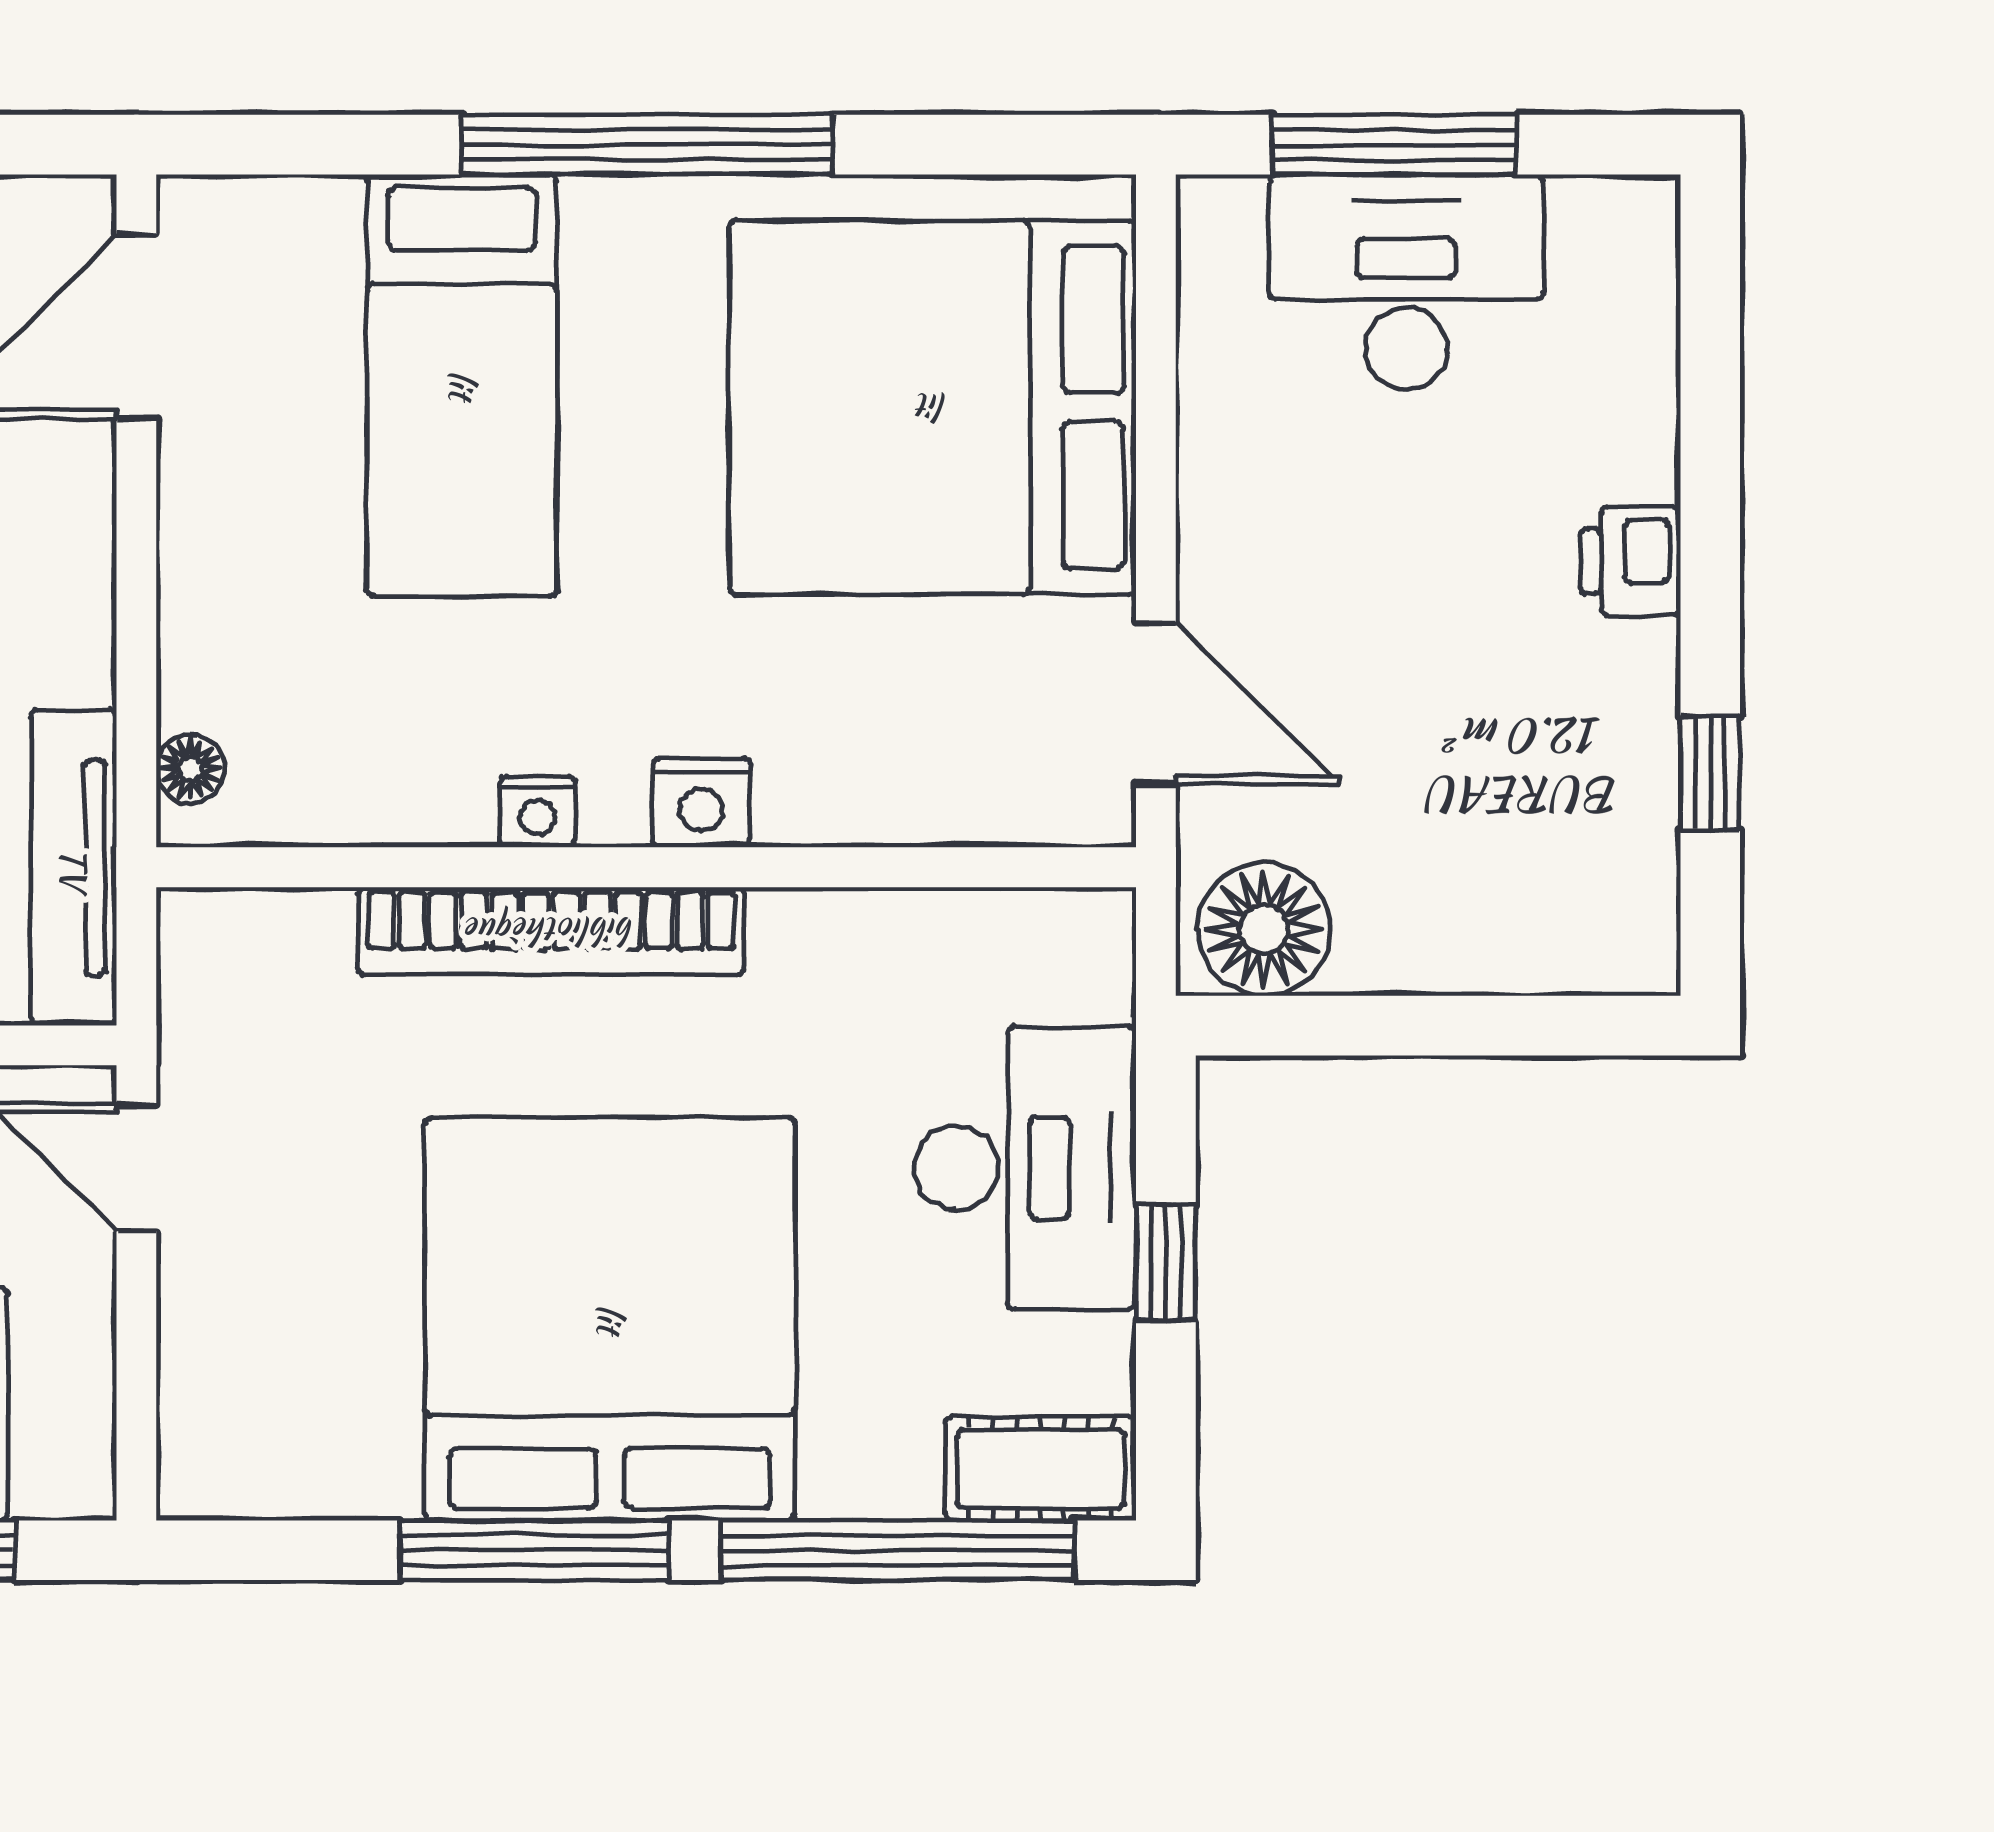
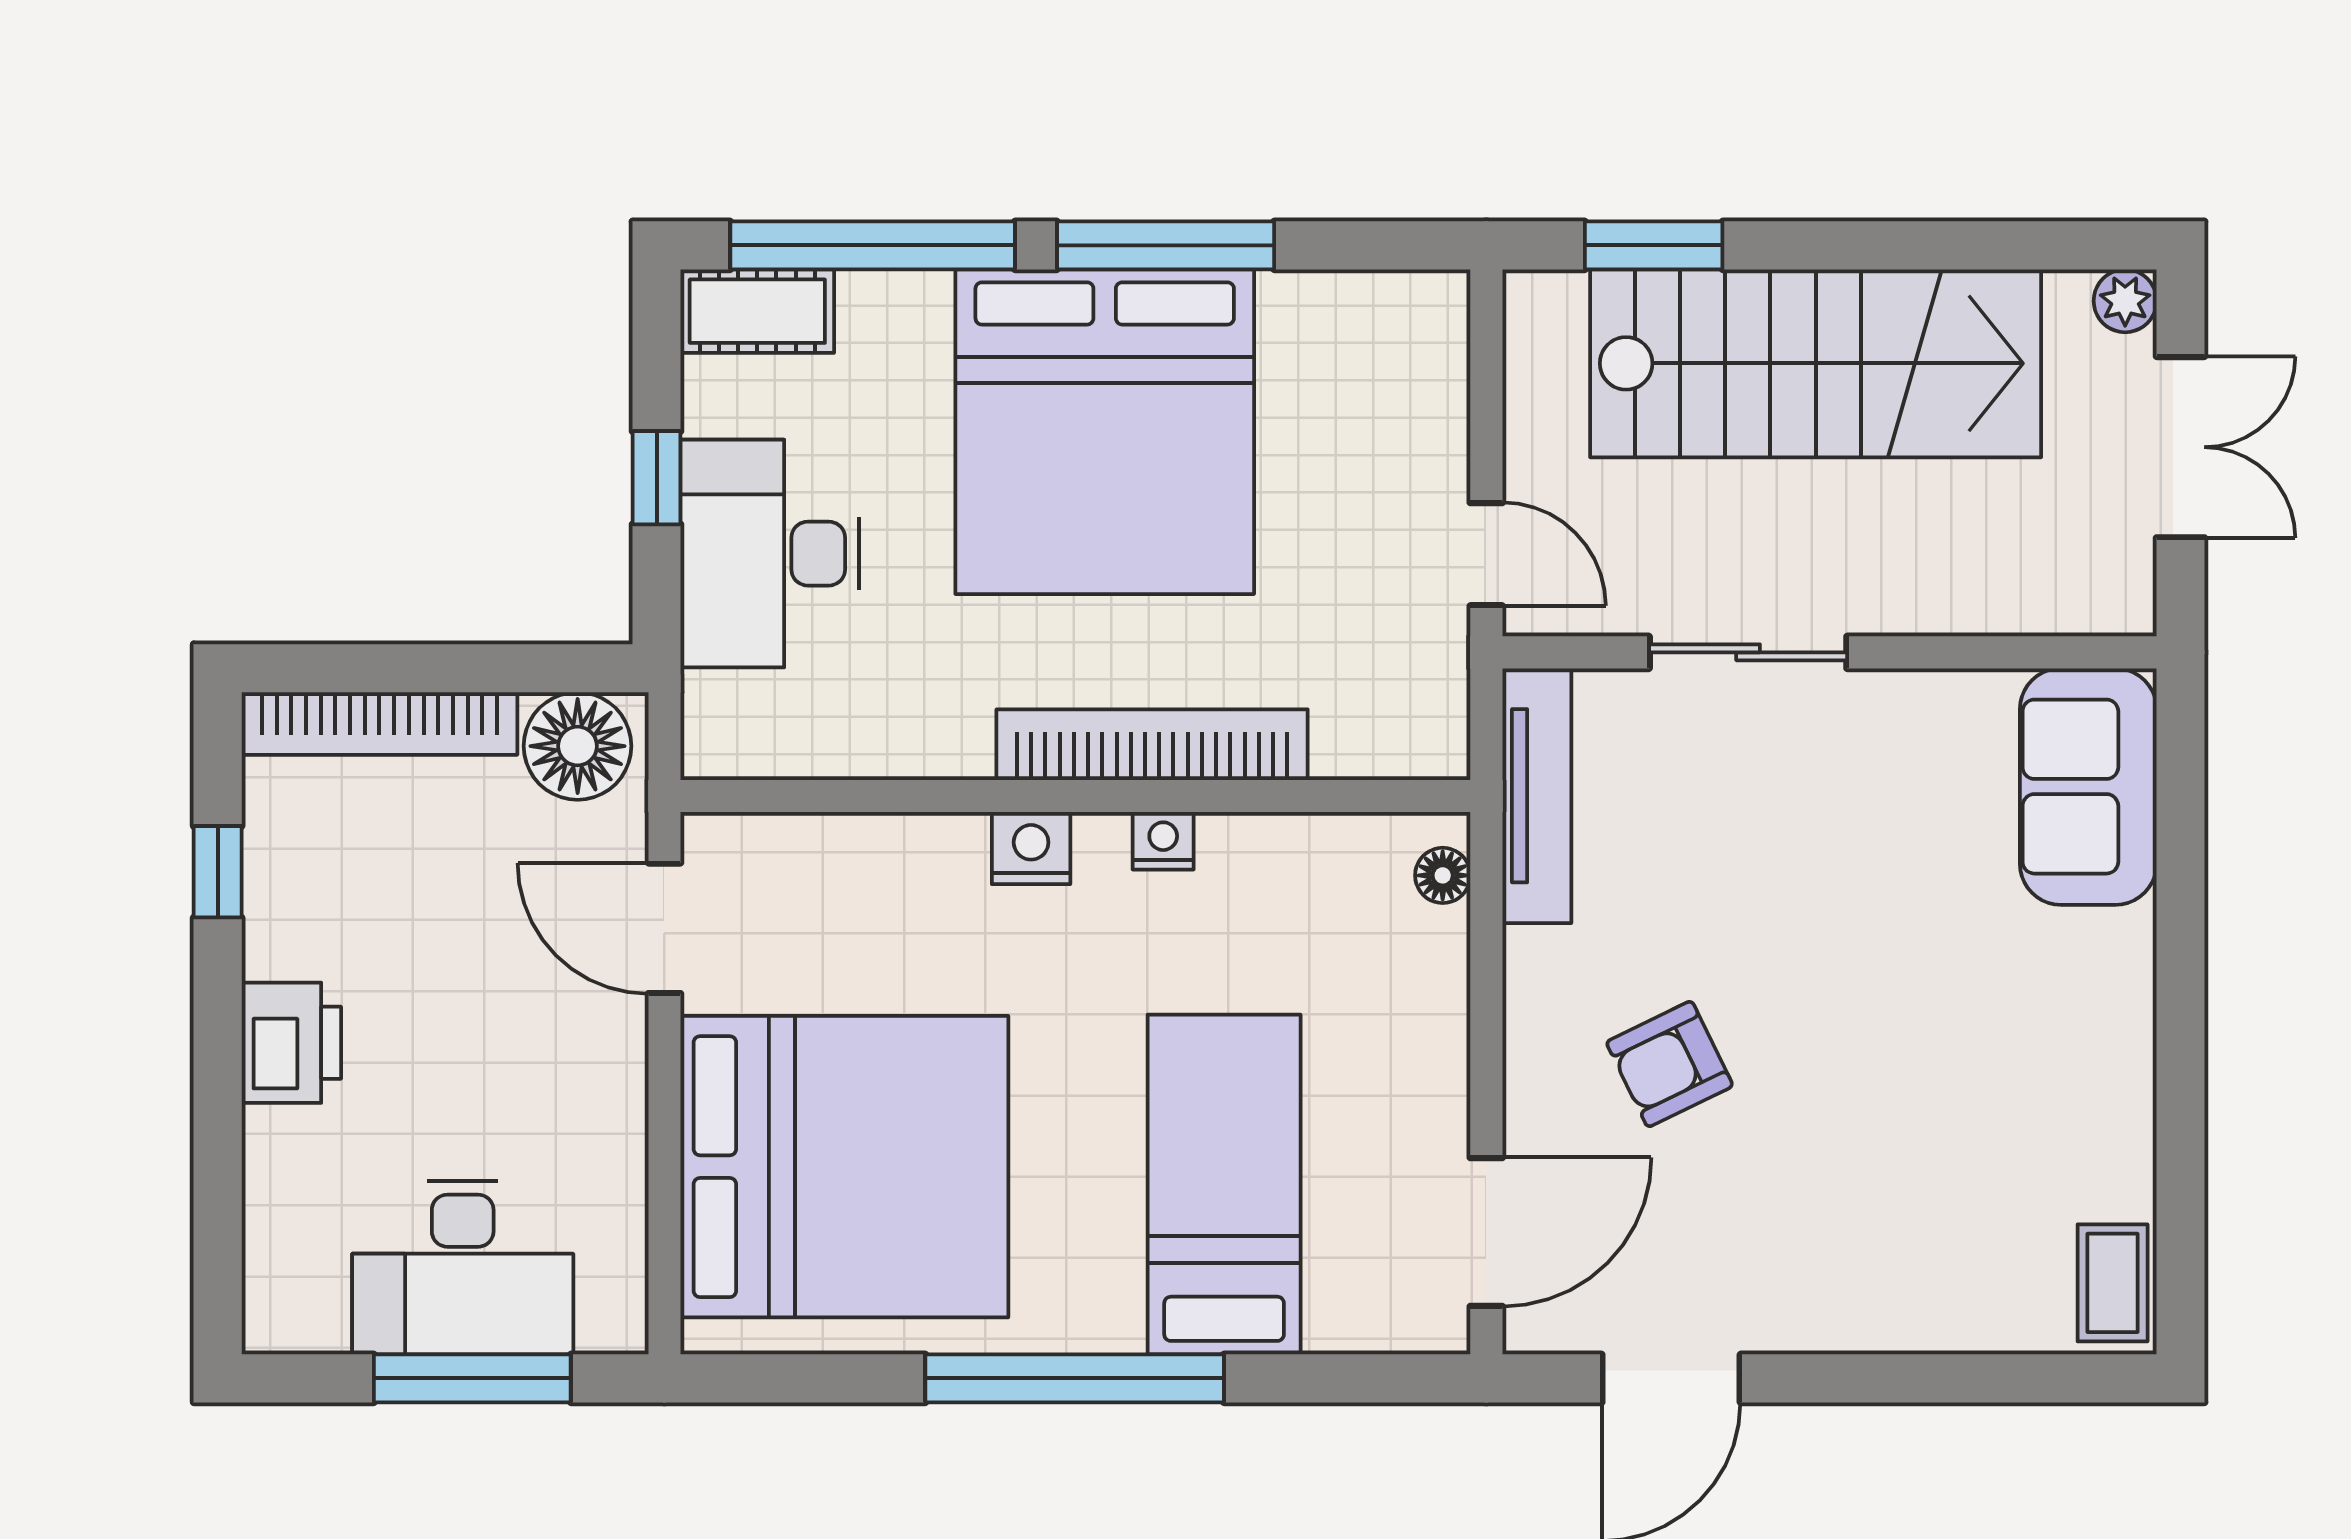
printer: (1631, 561) -> (291, 1043), width x1.36, depth x1.24
bookcase: (1510, 957) -> (379, 724), added

